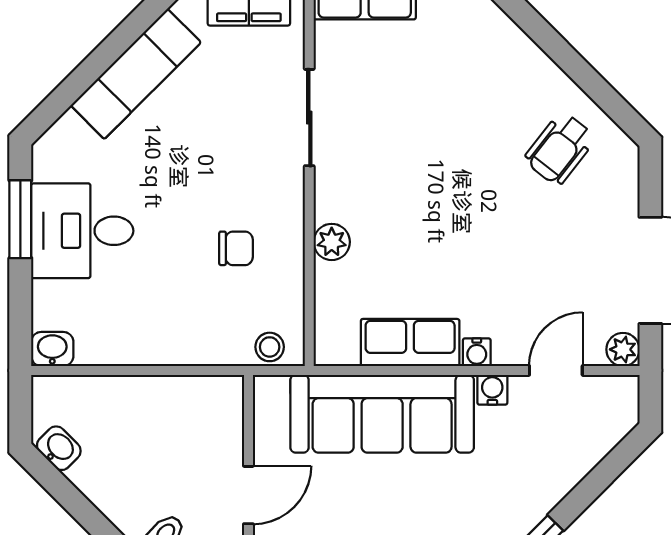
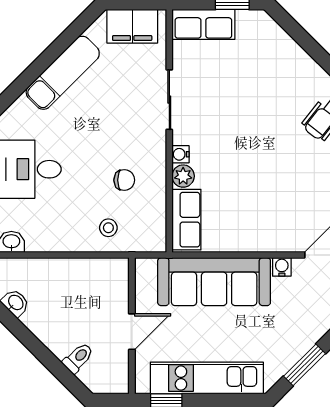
row of seats: (410, 342) -> (186, 220), moved, turned 90
stool: (270, 347) -> (108, 228), moved
water cooler: (477, 352) -> (181, 154), moved, turned 90

